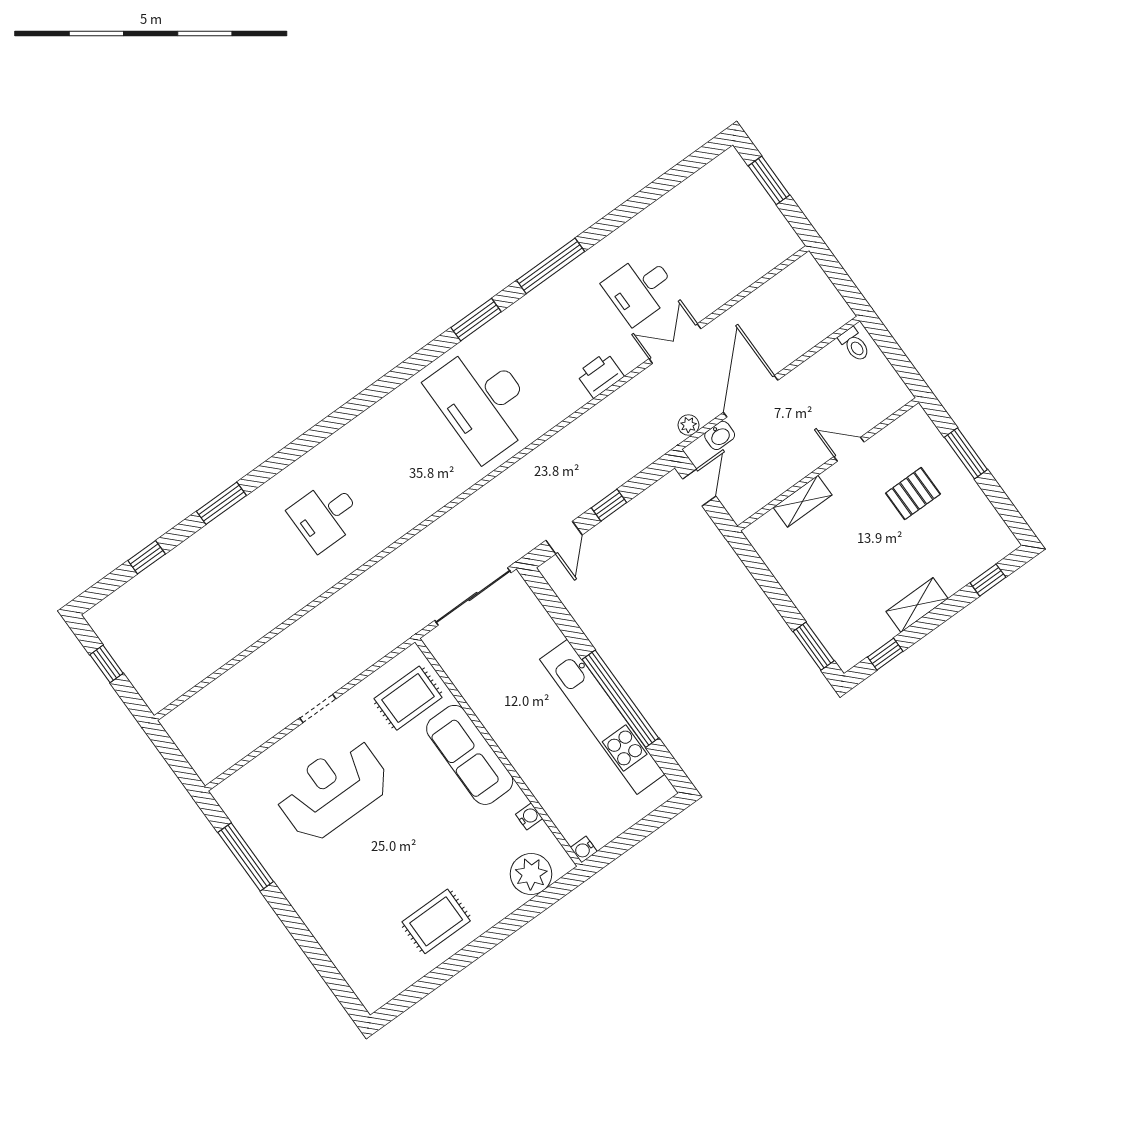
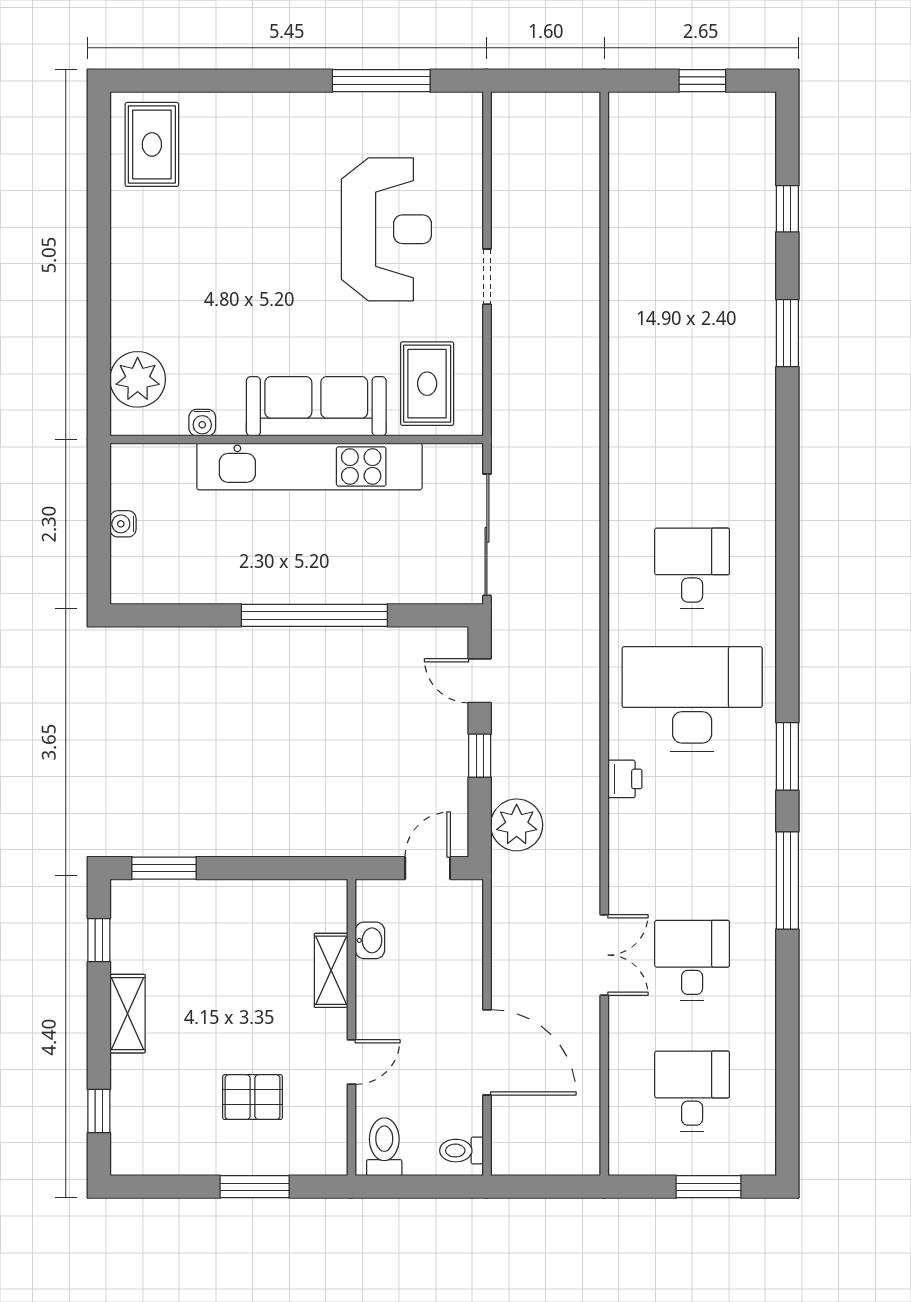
desk: (719, 232) -> (692, 1091), added
printer: (600, 375) -> (625, 779), moved, width x0.73, depth x0.81
toilet: (886, 393) -> (384, 1147), added
door: (751, 396) -> (487, 1052), moved
plant: (689, 425) -> (517, 825), moved, width x1.87, depth x1.87
washbasin: (720, 435) -> (370, 940), moved, turned 180
door: (699, 488) -> (428, 868), swing flipped
pallet: (913, 494) -> (252, 1097), turned 90
desk: (326, 515) -> (692, 568), moved
window: (620, 699) -> (314, 615), moved
kitchen unit: (602, 717) -> (309, 466), moved, turned 180
water cooler: (584, 849) -> (123, 524), moved, turned -90
rug: (436, 921) -> (152, 144), moved

